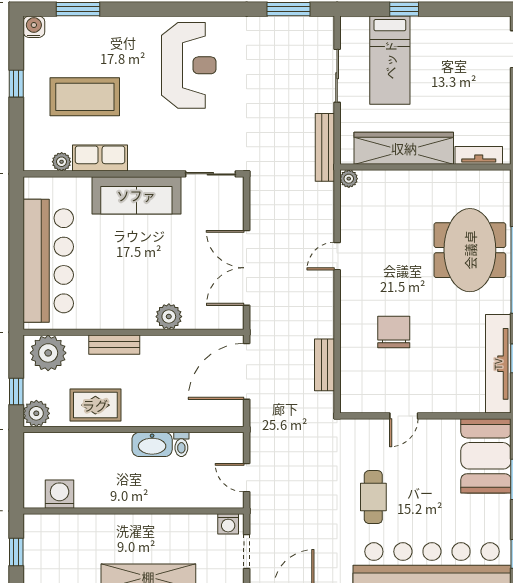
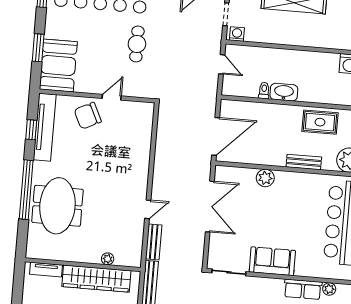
plant: (349, 179) -> (108, 259), moved
sofa: (136, 195) -> (272, 261), width x0.73
chair: (394, 332) -> (88, 116), moved, turned 64
bench: (324, 365) -> (154, 242), moved

